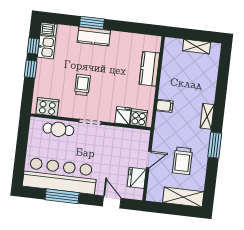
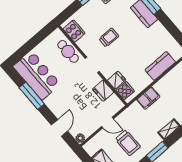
filing cabinet: (165, 106) -> (148, 98), width x2.00
trolley: (182, 161) -> (128, 143), turned -90
bar counter: (60, 176) -> (37, 75), width x0.73
fridge: (137, 178) -> (103, 91), moved, turned -90
plant: (138, 194) -> (80, 138), added

